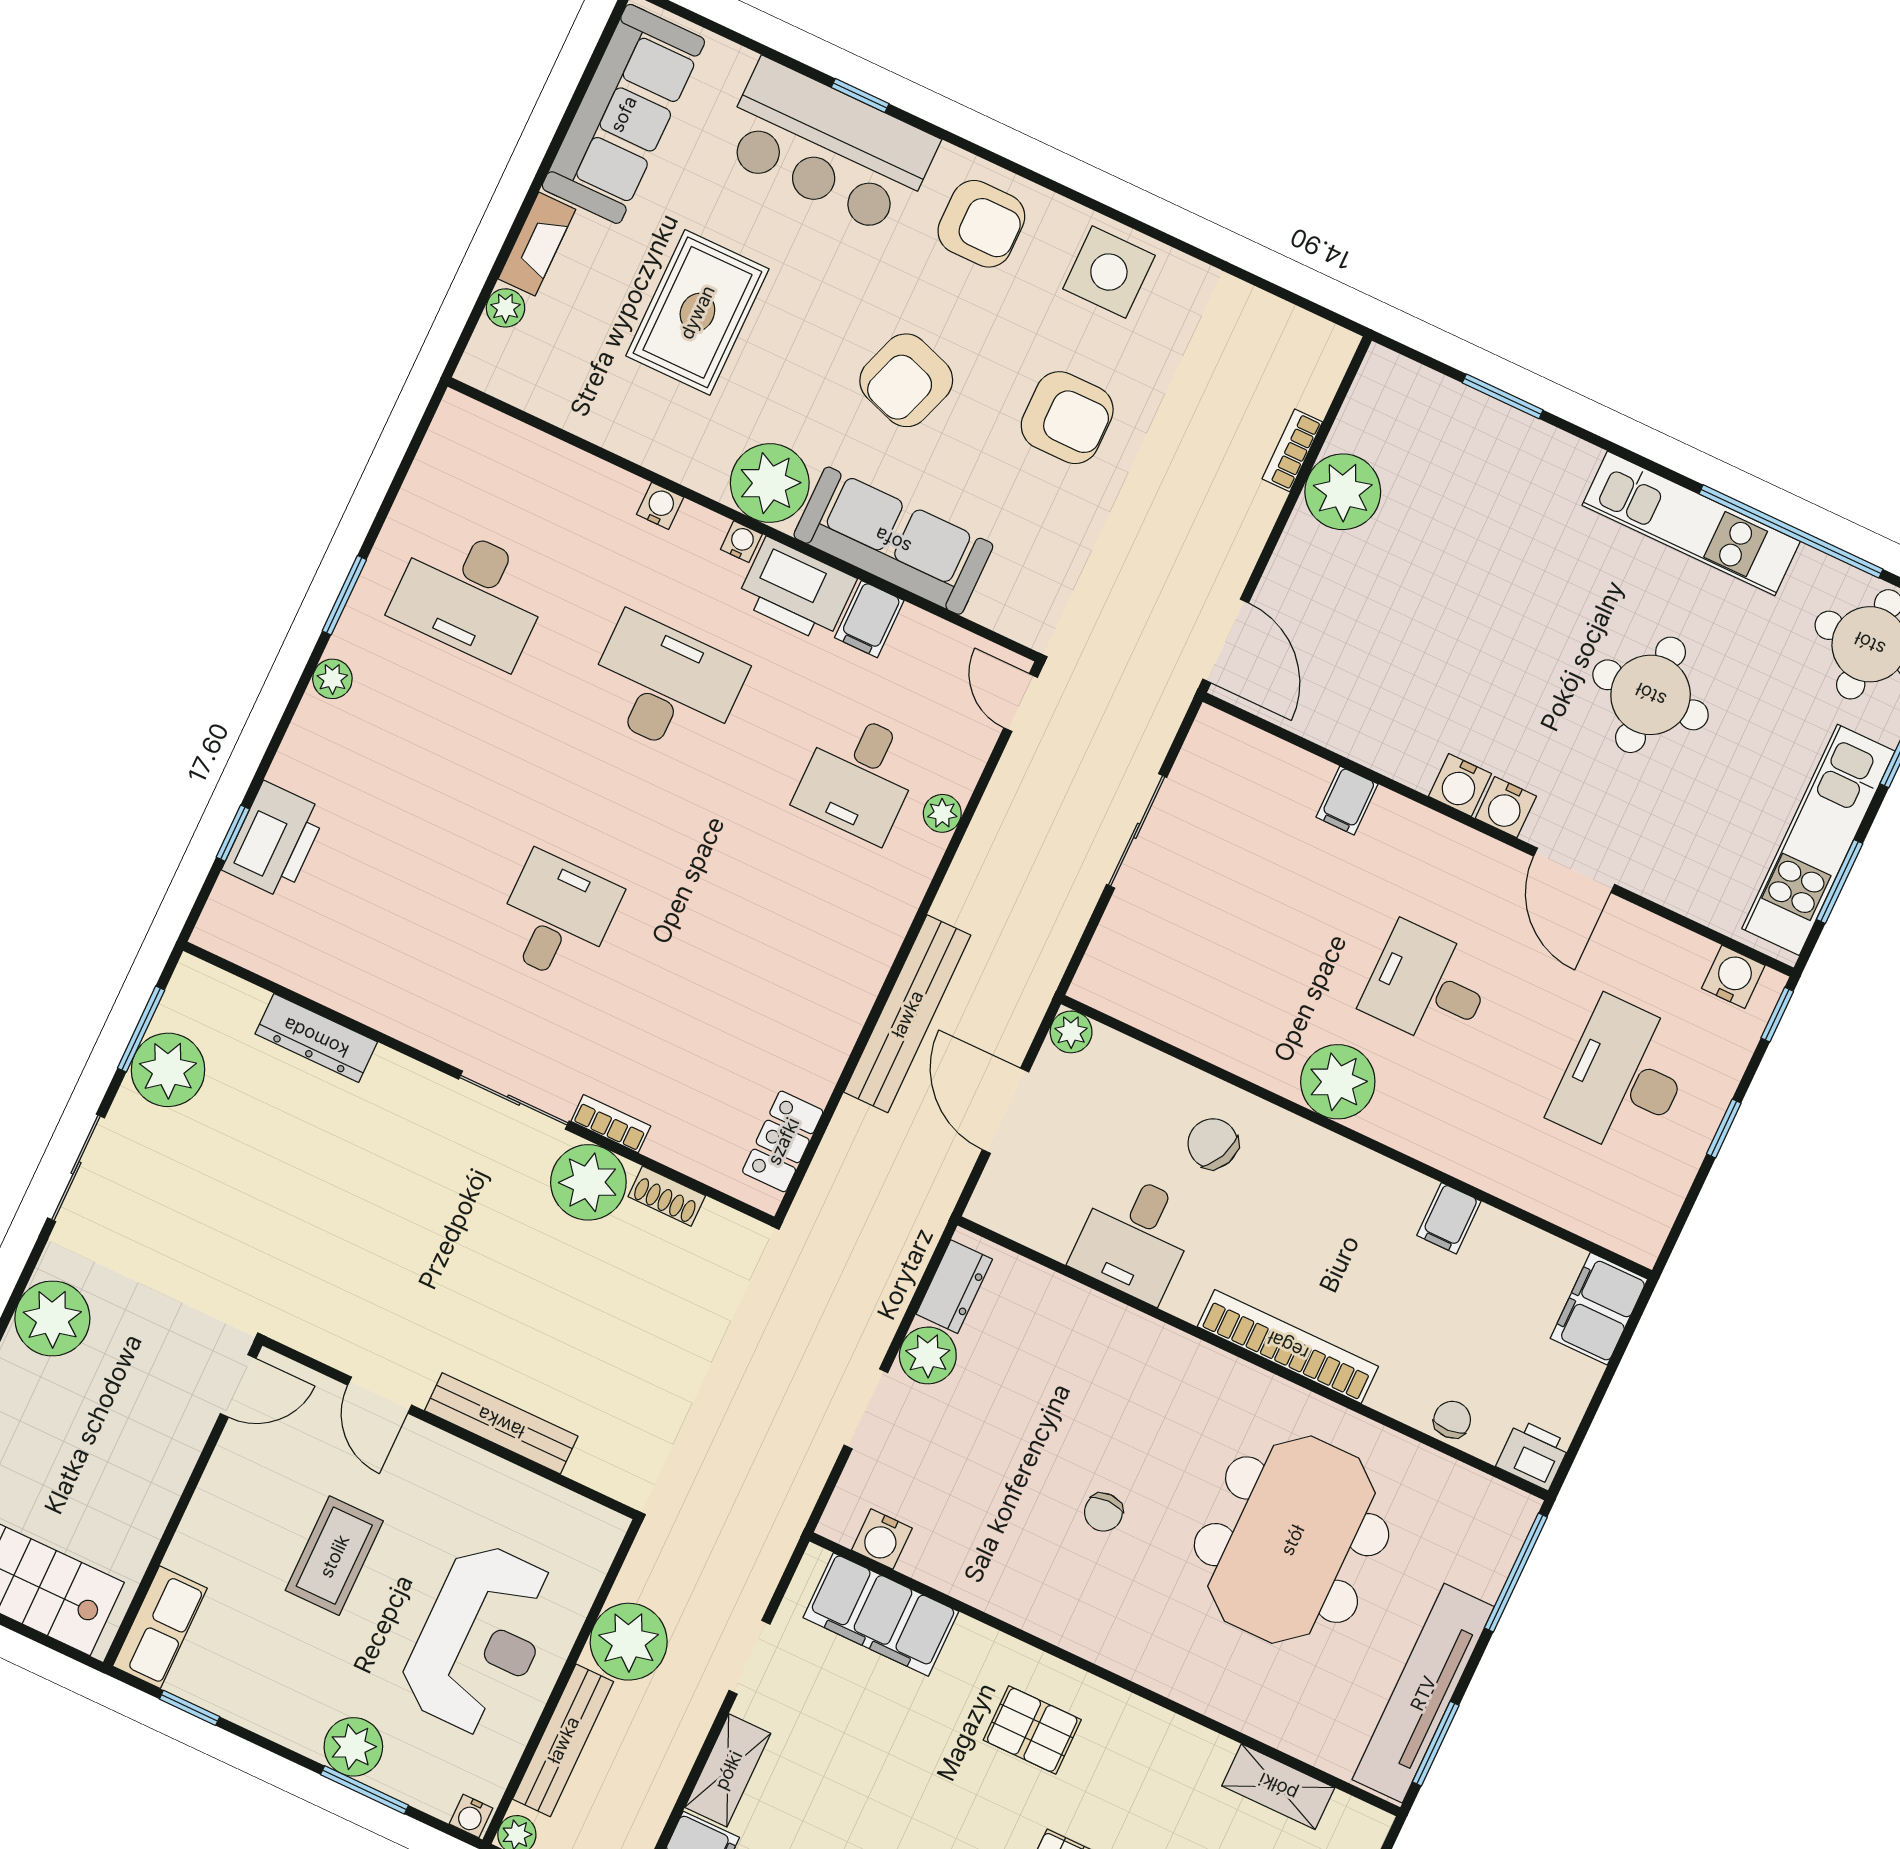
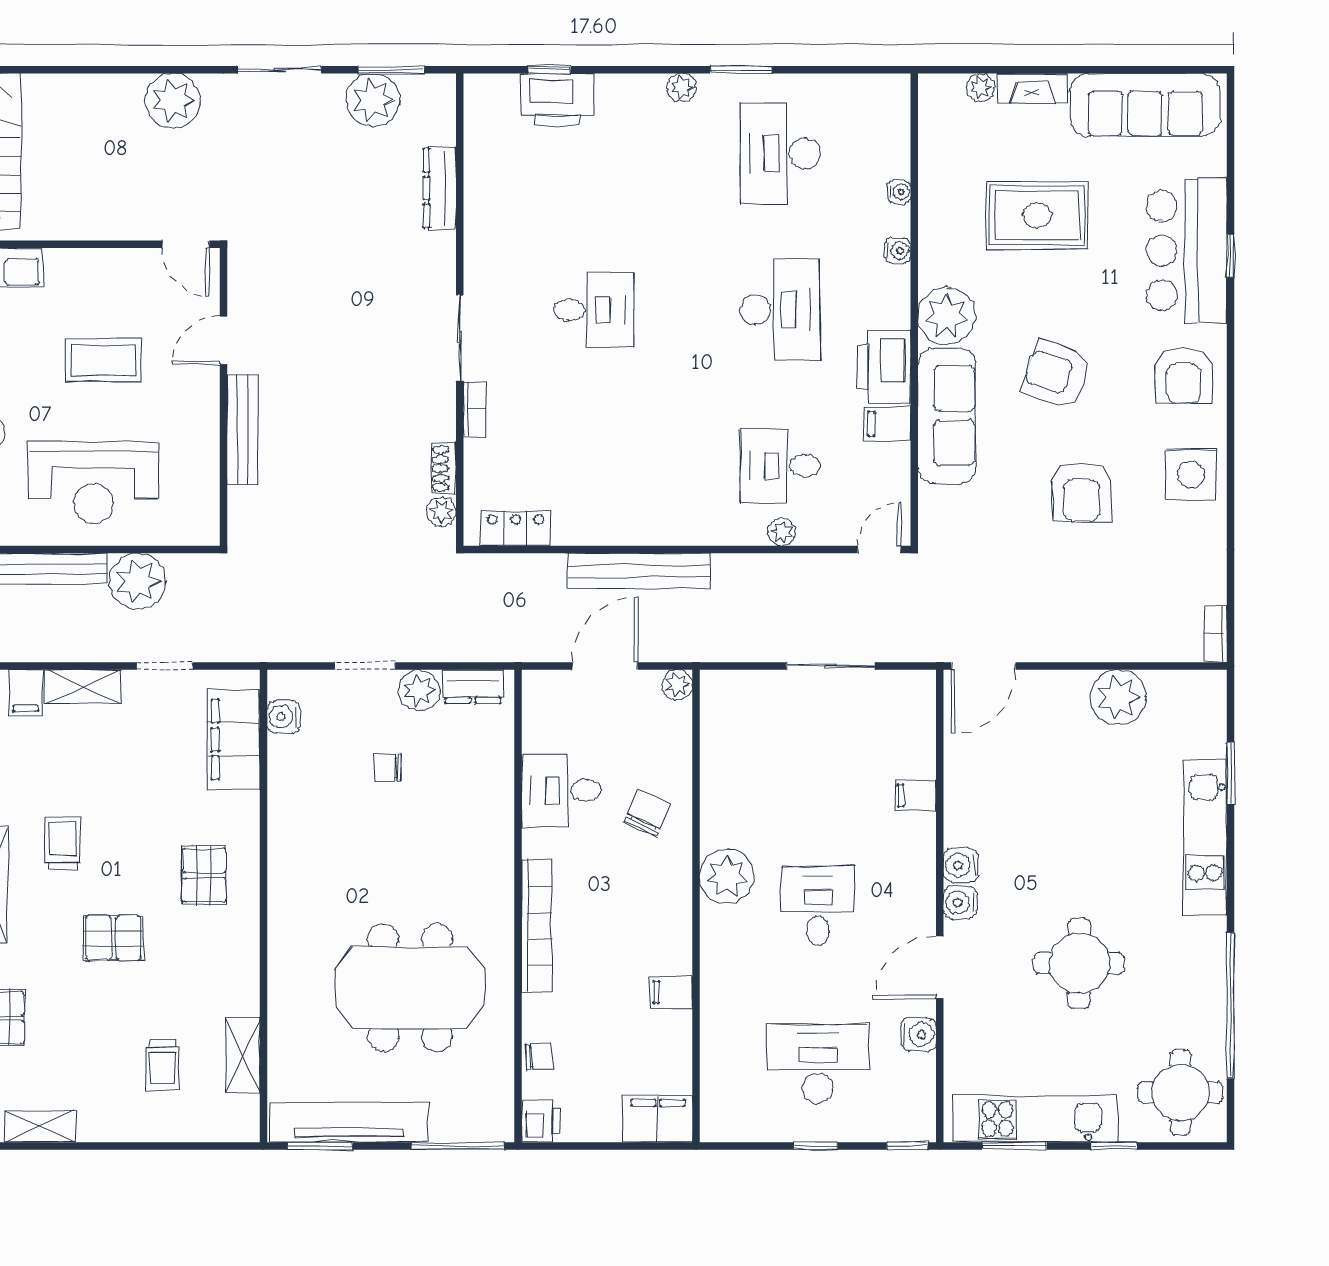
bookcase: (1292, 450) -> (1216, 634), moved, turned -90
kitchen unit: (1691, 523) -> (1205, 837), moved
water cooler: (741, 542) -> (899, 192), moved
water cooler: (1733, 977) -> (919, 1034), moved
plant: (588, 1182) -> (441, 512), moved, width x0.53, depth x0.53
chair: (1103, 1512) -> (388, 767), moved

